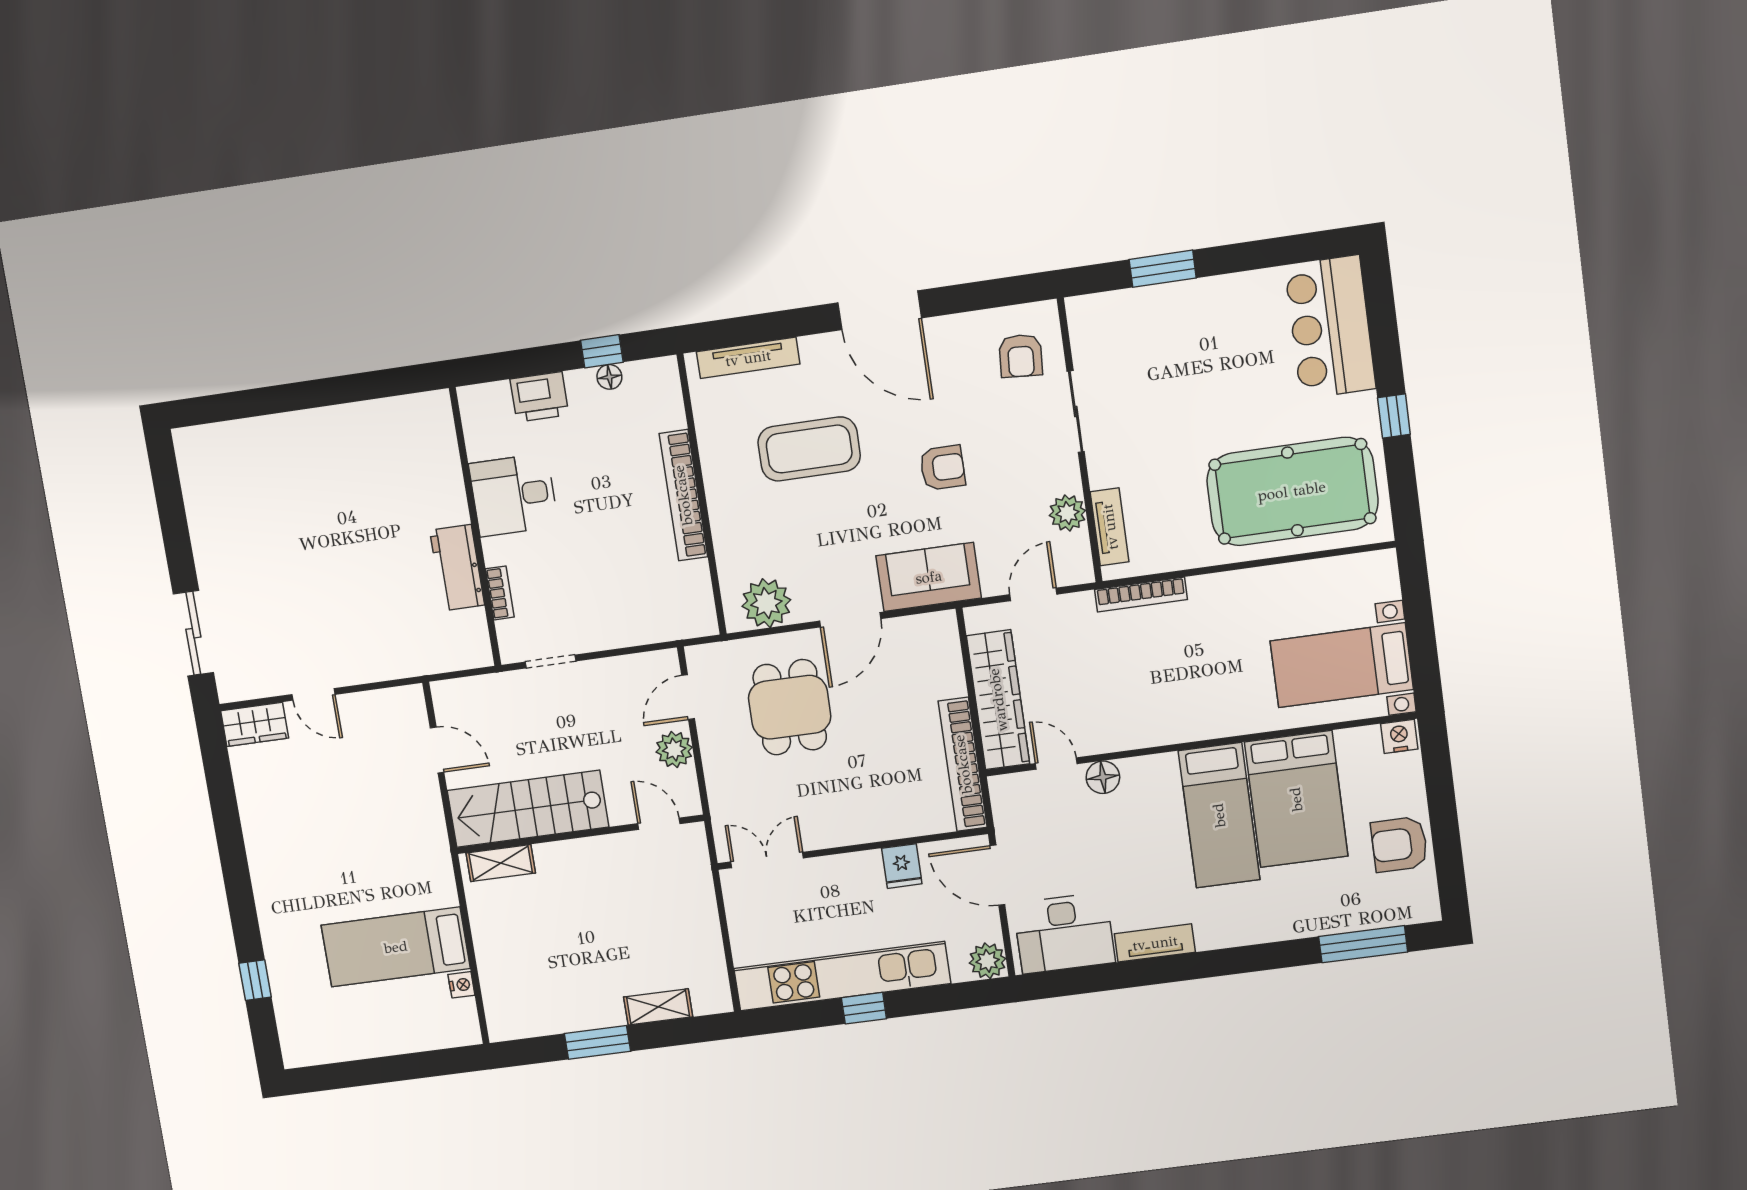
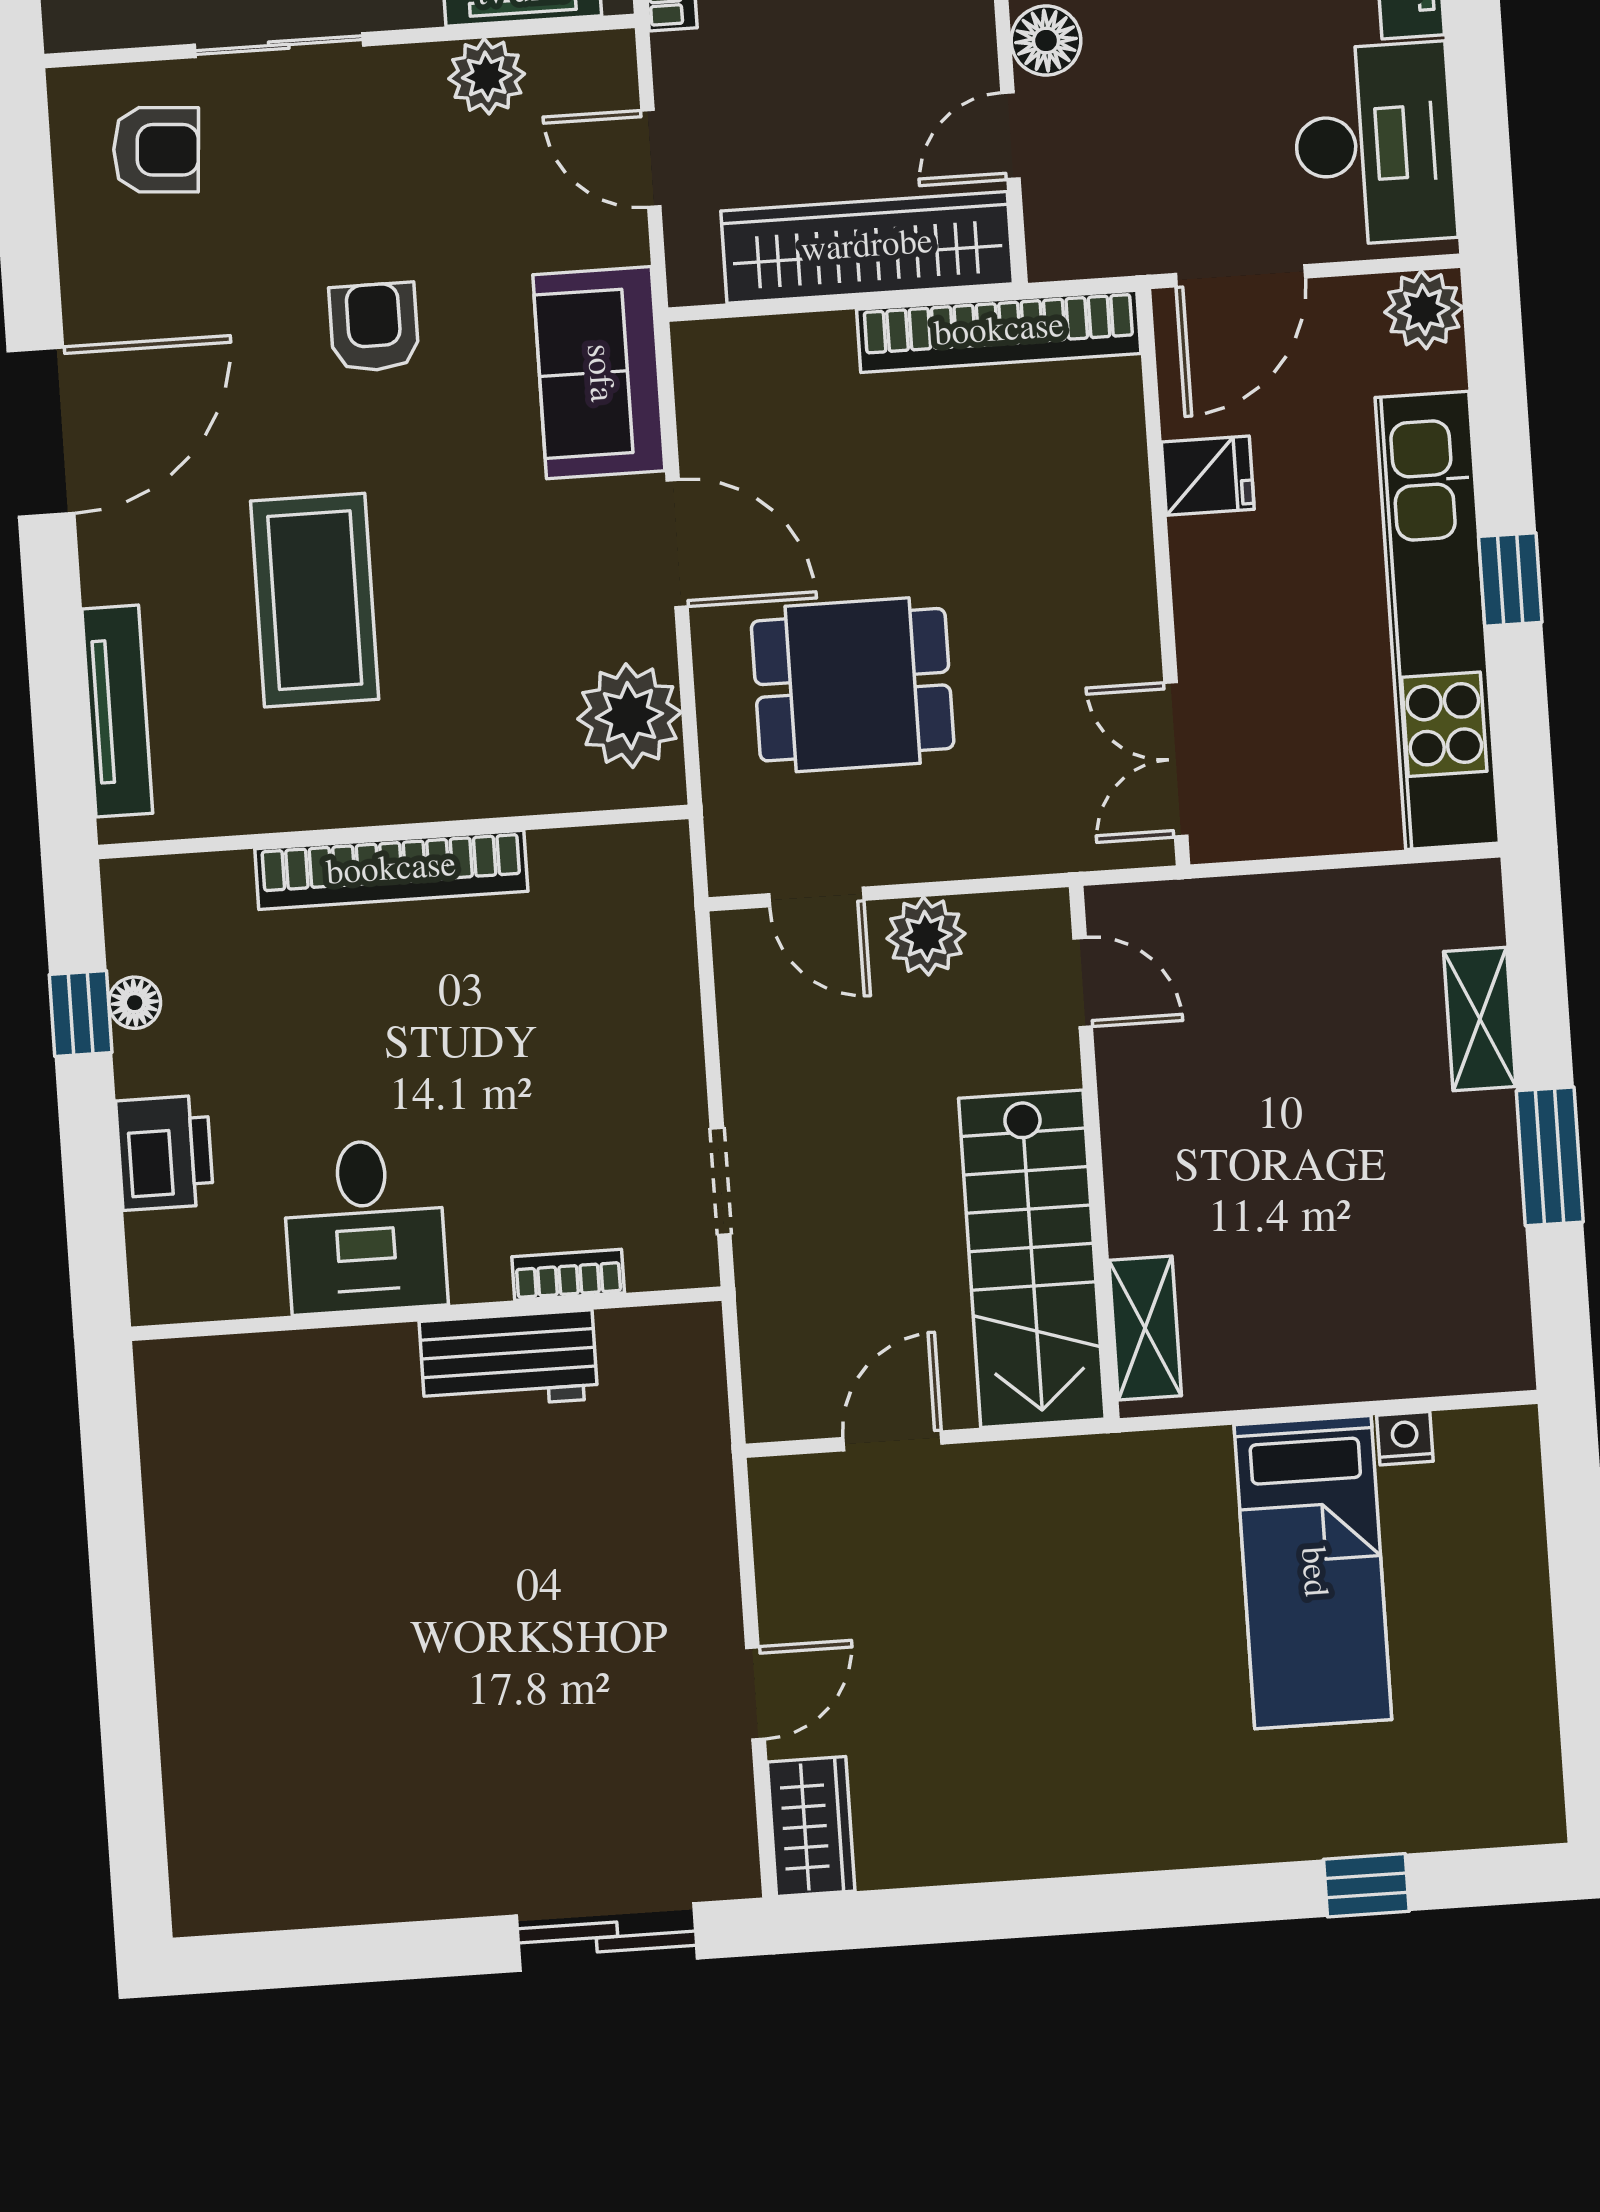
door: (659, 824) -> (1083, 982), swing flipped

